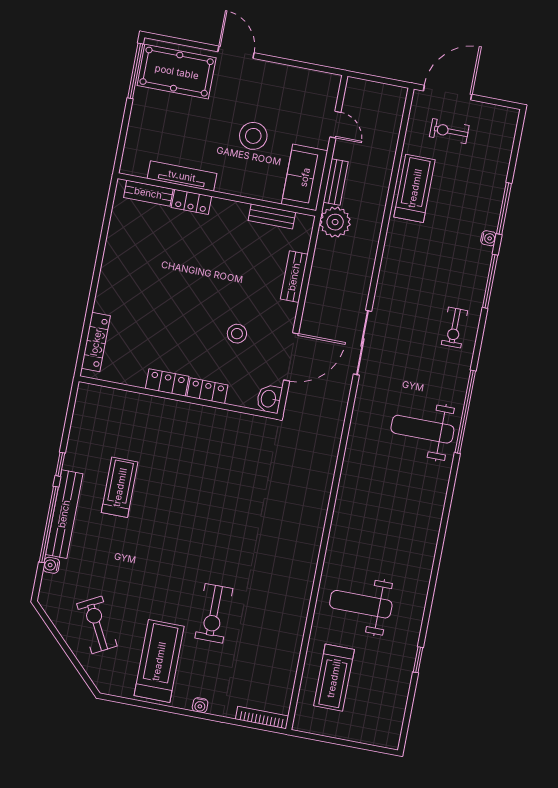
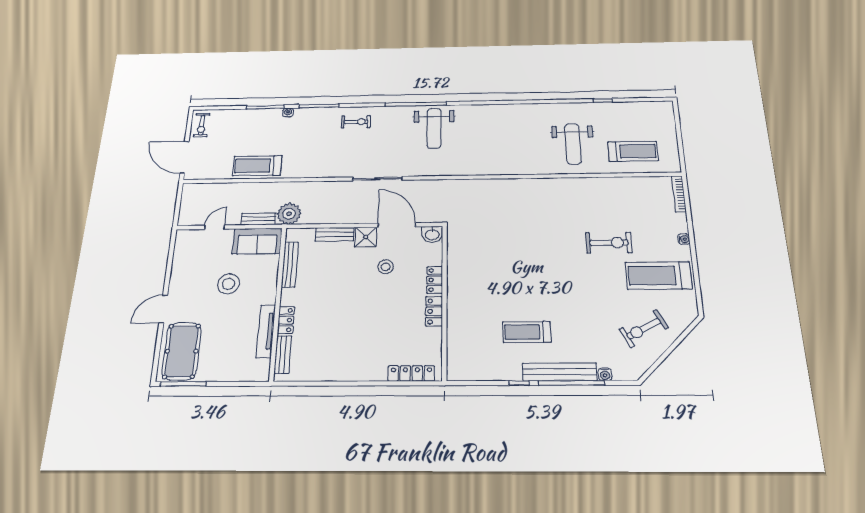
exercise bike: (449, 131) -> (202, 125), moved
bench: (272, 216) -> (290, 265), width x1.36
shower: (283, 315) -> (366, 237), added

